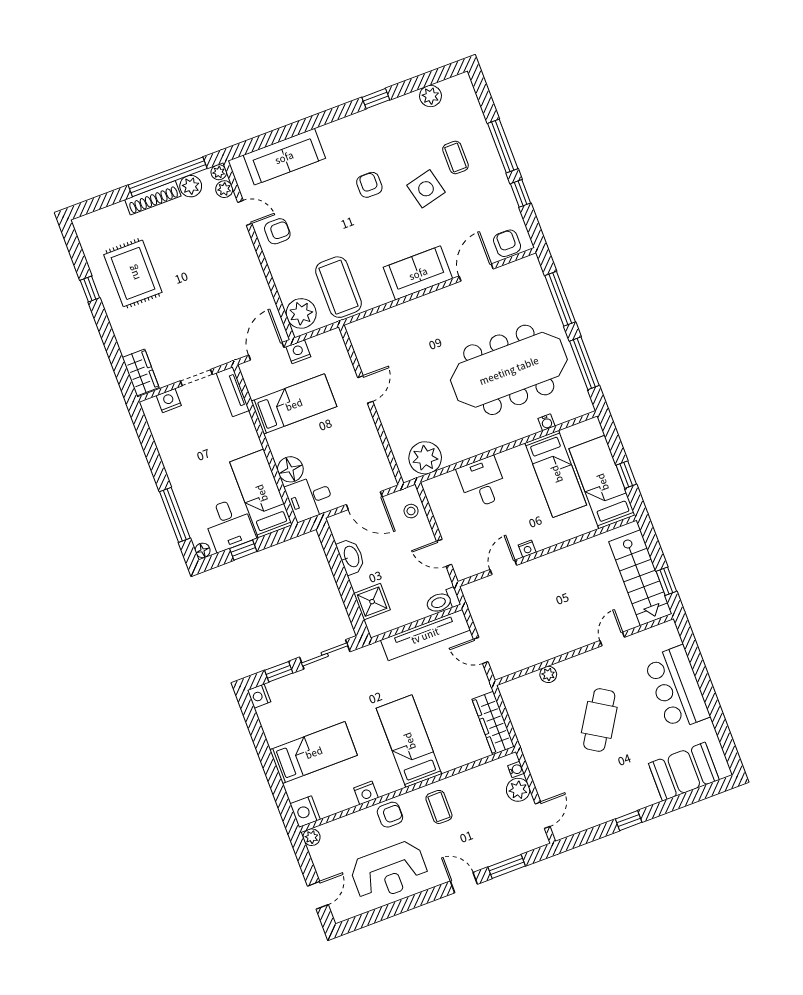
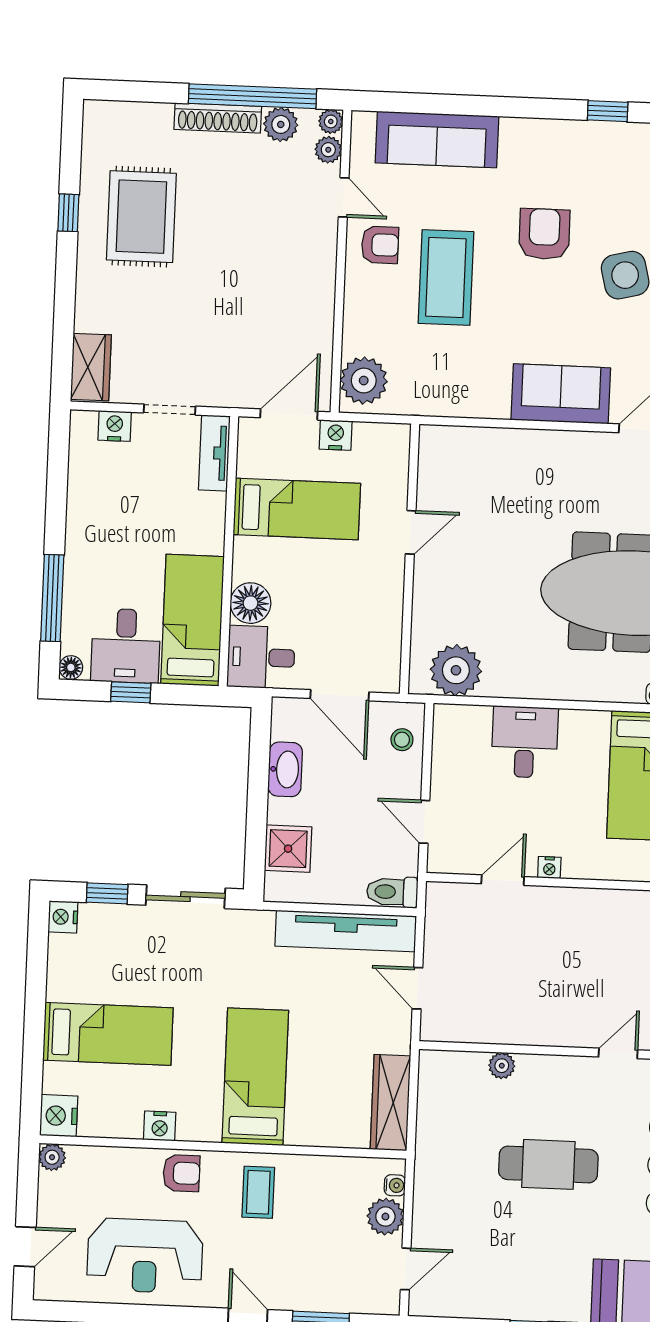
armchair: (369, 185) -> (544, 234), width x1.38, depth x1.38
coffee table: (338, 287) -> (446, 278), moved
cafe table: (599, 720) -> (548, 1164), turned 58

